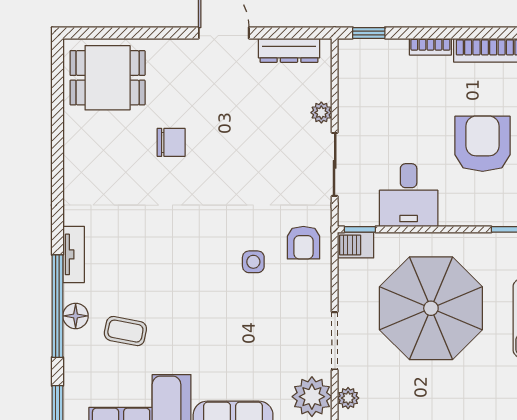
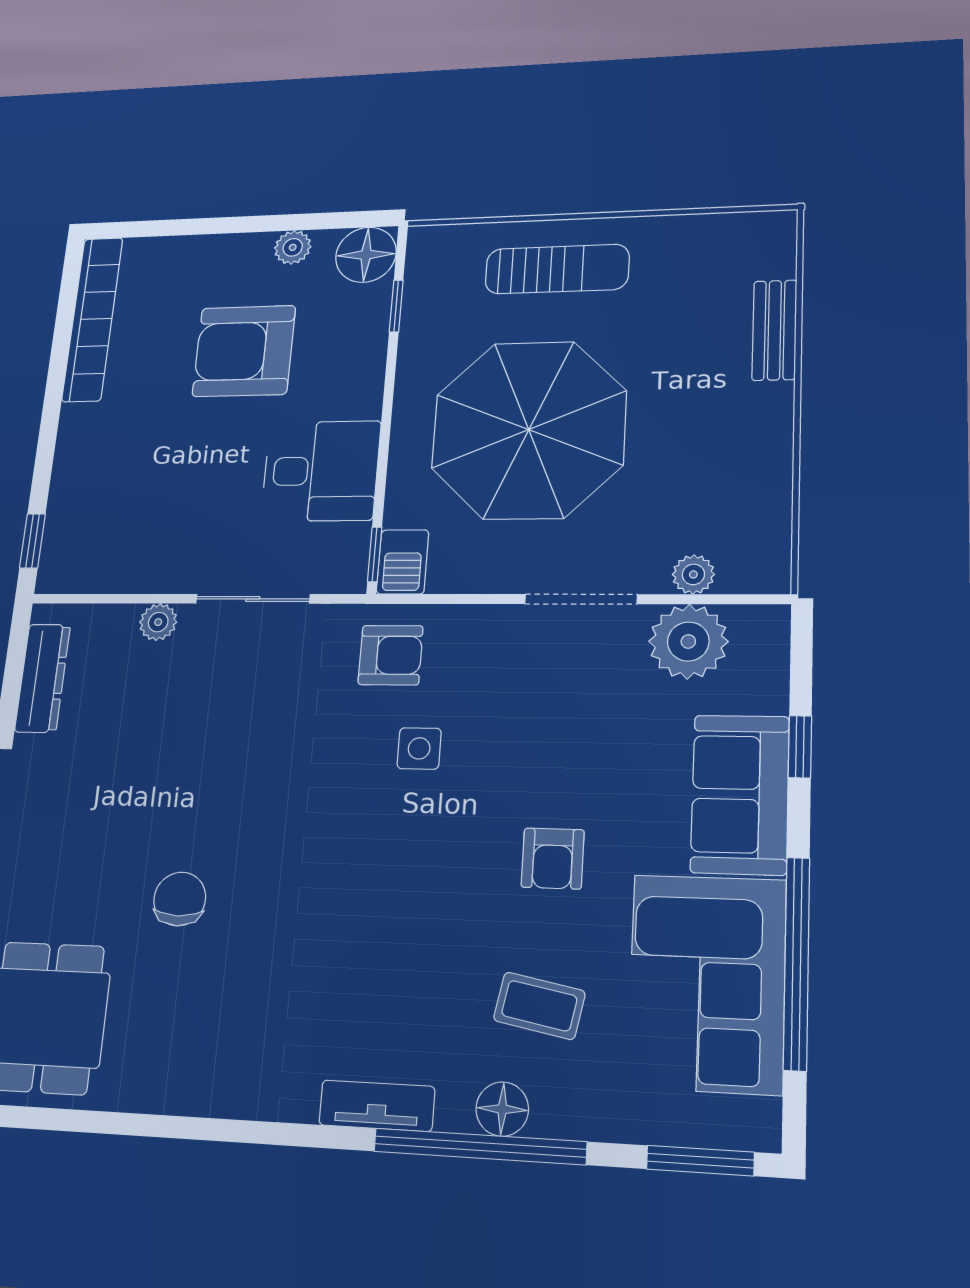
bookcase: (430, 47) -> (70, 439), removed
coffee table: (125, 331) -> (539, 1006), turned 90
armchair: (198, 334) -> (553, 858), added

